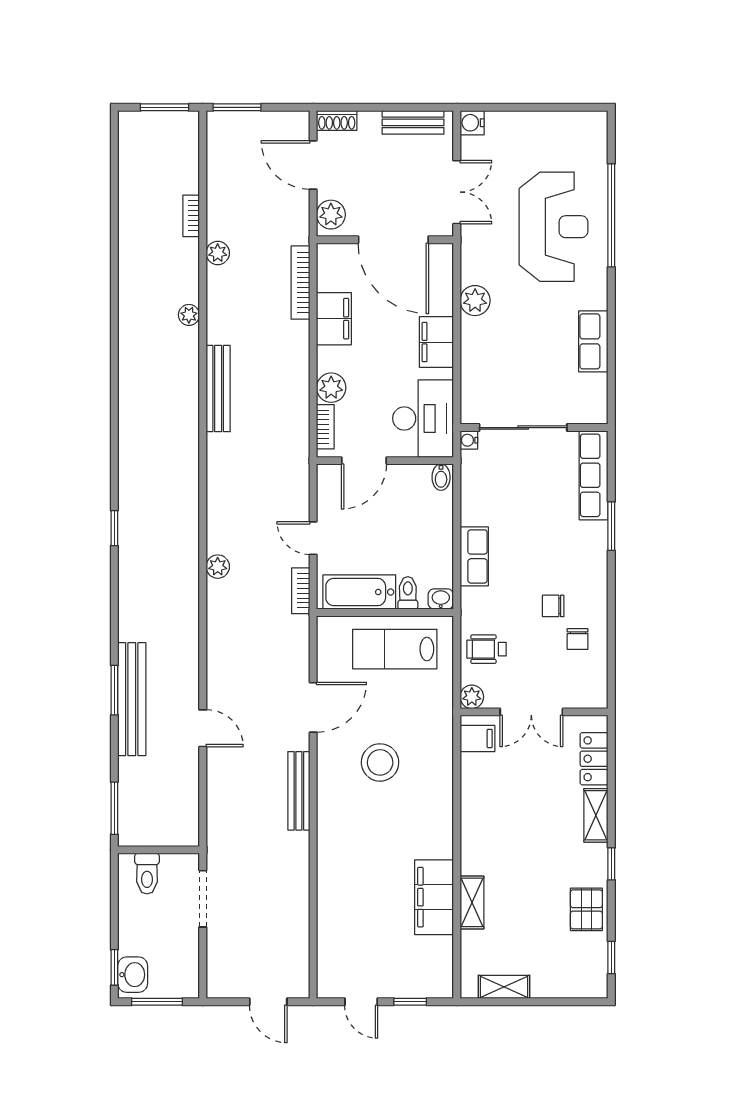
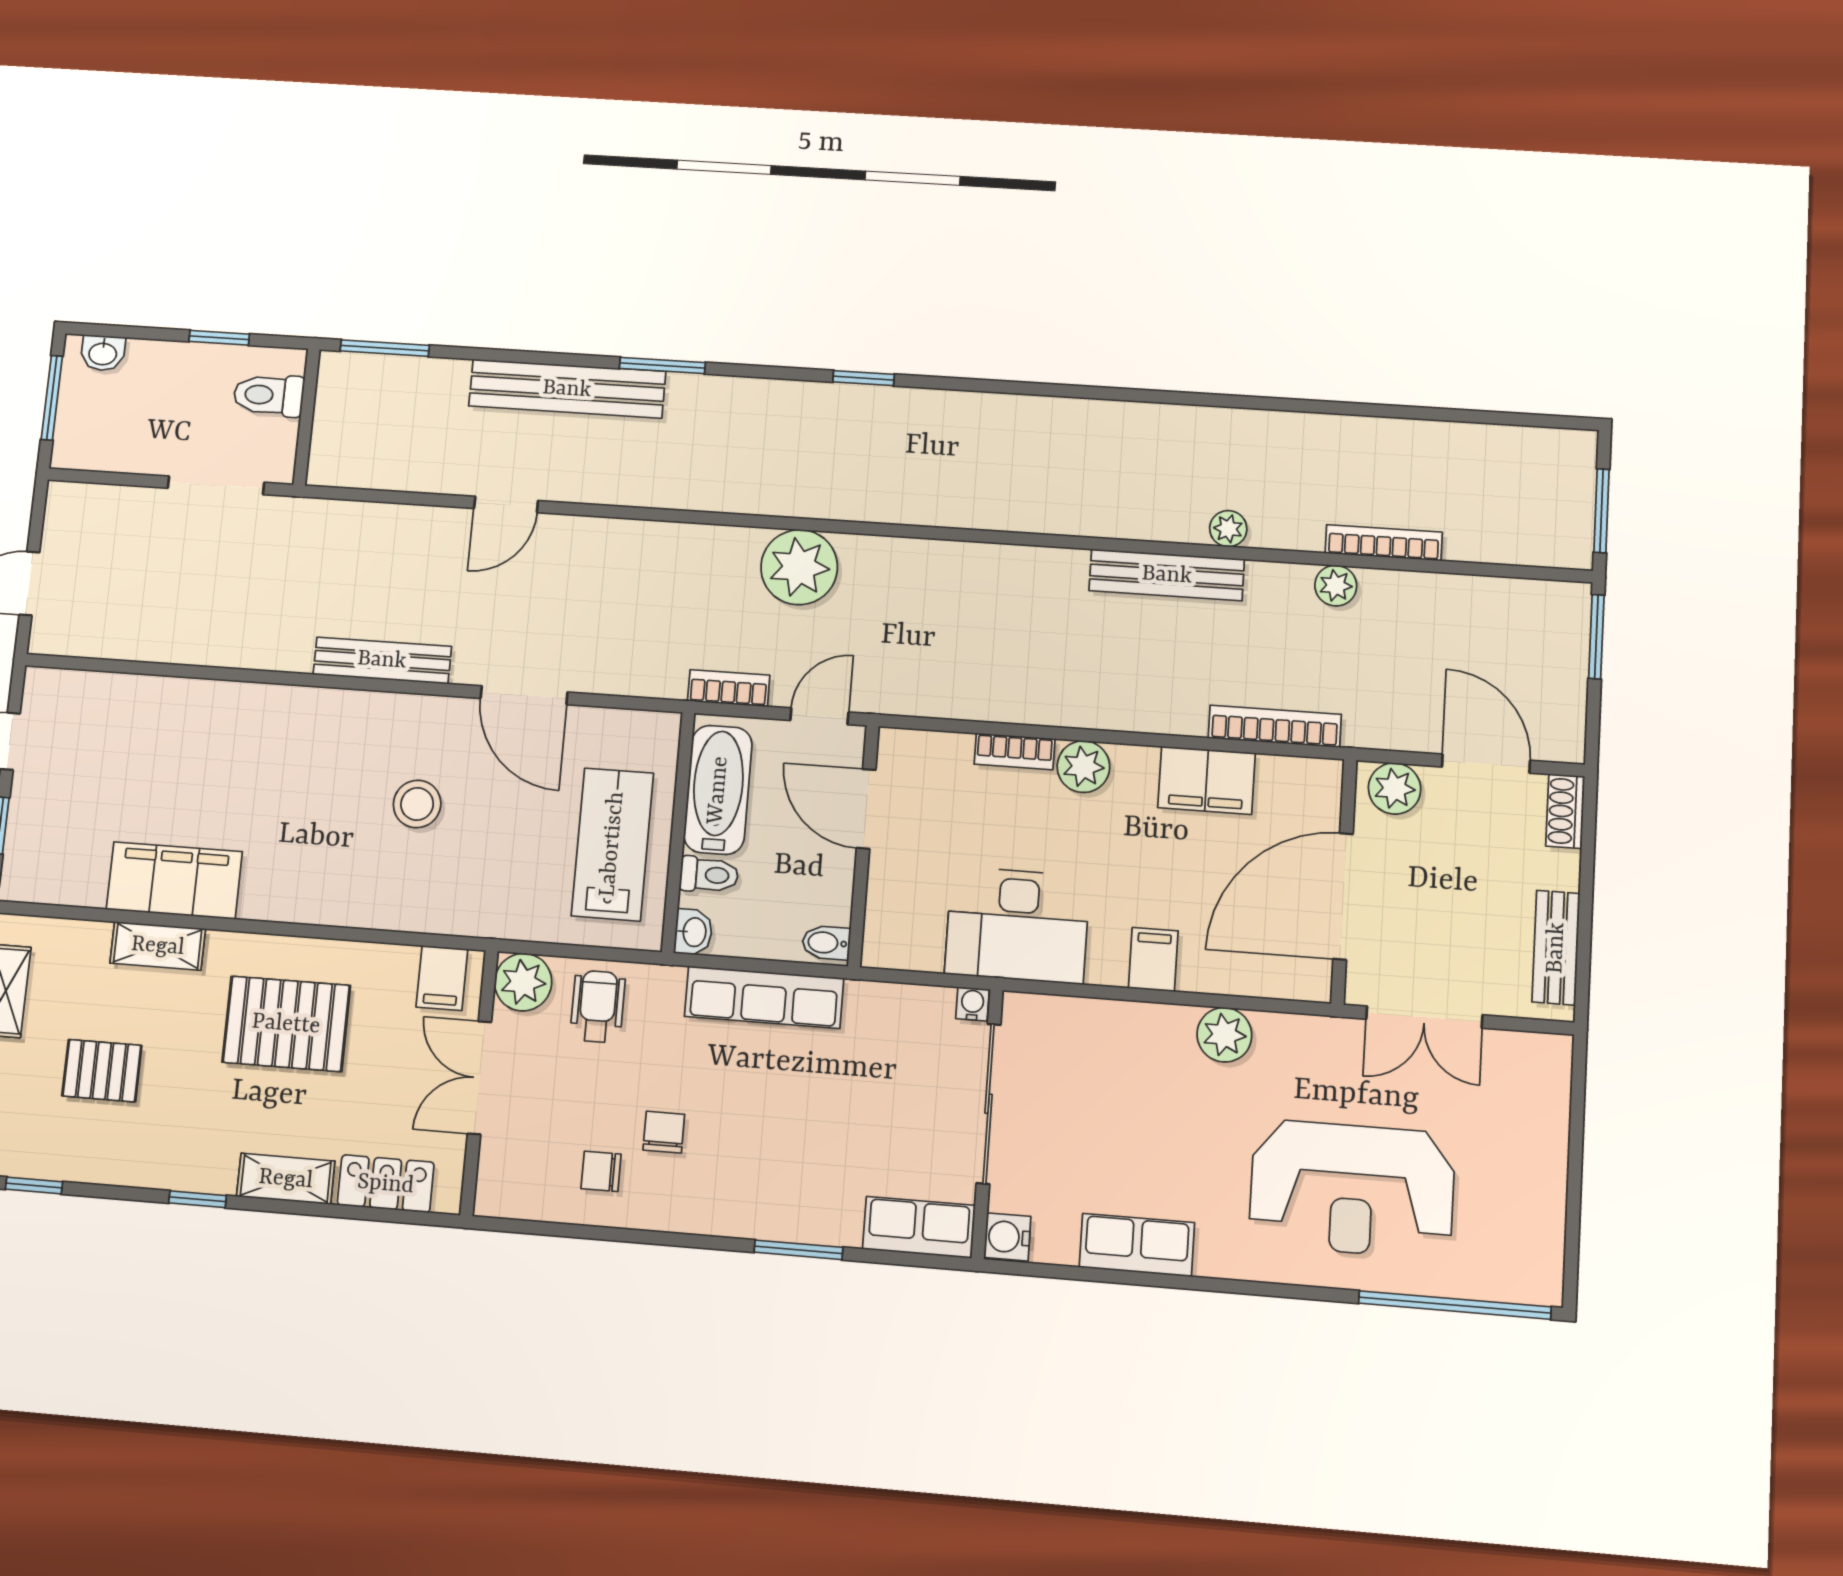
water cooler: (472, 123) -> (1007, 1237), moved, turned -90
door: (313, 165) -> (1486, 764), hinge flipped
window: (611, 215) -> (1455, 1305), moved
bookcase: (191, 216) -> (1384, 543), width x1.56
filing cabinet: (436, 342) -> (1153, 959), width x0.50
bench: (218, 389) -> (1167, 575), moved
door: (364, 461) -> (866, 809), moved
wall: (385, 461) -> (863, 846), moved
row of seats: (594, 475) -> (919, 1227), width x0.68
bidet: (441, 477) -> (826, 943), moved
row of seats: (474, 556) -> (764, 997), width x1.48
plant: (218, 567) -> (799, 567), width x1.87, depth x1.87
window: (114, 690) -> (662, 365), moved
plant: (472, 697) -> (523, 982), width x1.38, depth x1.38
stool: (380, 762) -> (417, 804), width x0.73, depth x0.73
pallet: (510, 824) -> (286, 1024), added
pallet: (586, 909) -> (102, 1071), moved
window: (114, 967) -> (219, 338), moved
washbasin: (133, 975) -> (103, 353), width x0.72, depth x0.69

